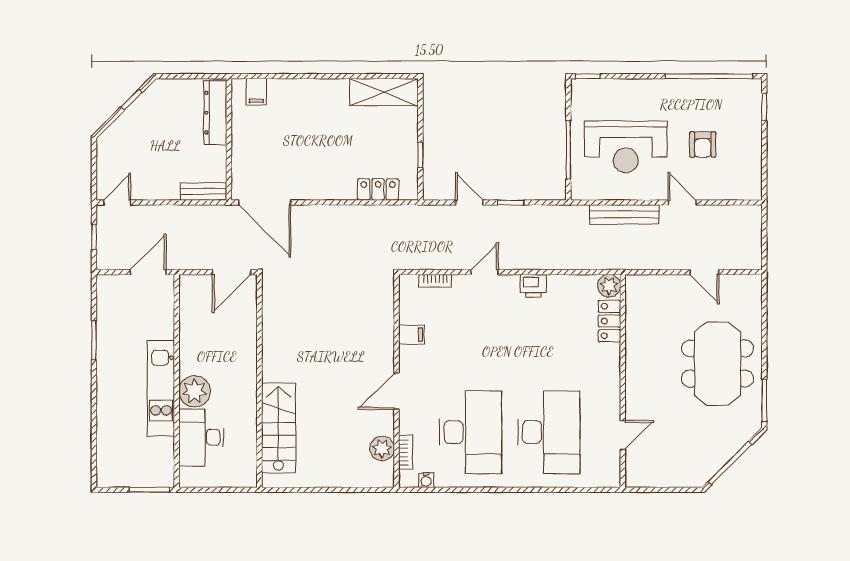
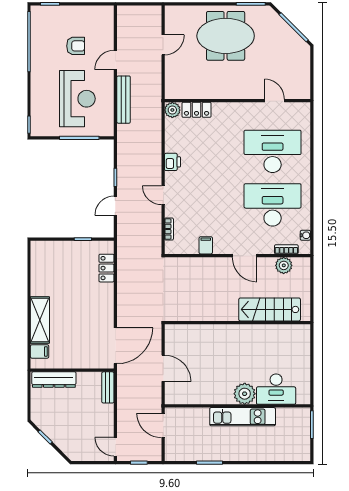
shelving: (384, 92) -> (40, 320), moved
wall: (259, 381) -> (238, 323), moved
stairs: (278, 428) -> (270, 309), moved

